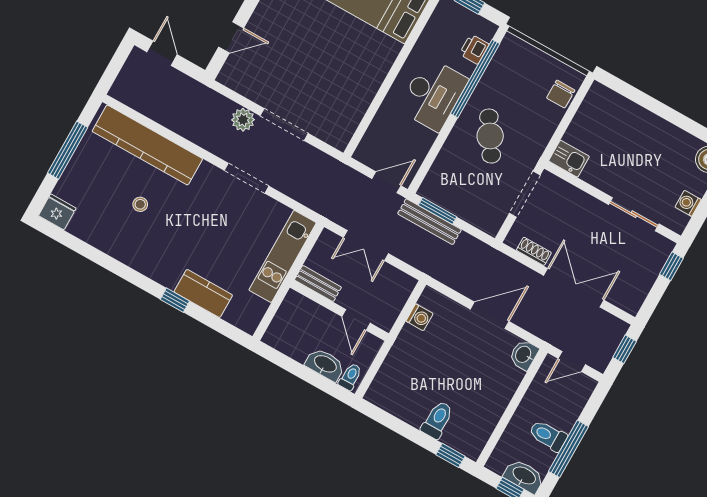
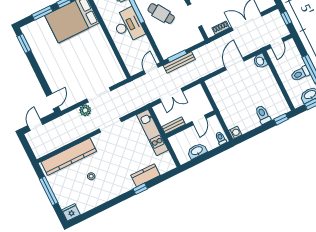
door: (231, 37) -> (53, 101), moved
door: (162, 53) -> (35, 125), hinge flipped
washing machine: (420, 317) -> (235, 133), moved
door: (356, 320) -> (199, 120), hinge flipped
washbasin: (325, 364) -> (197, 151), moved

